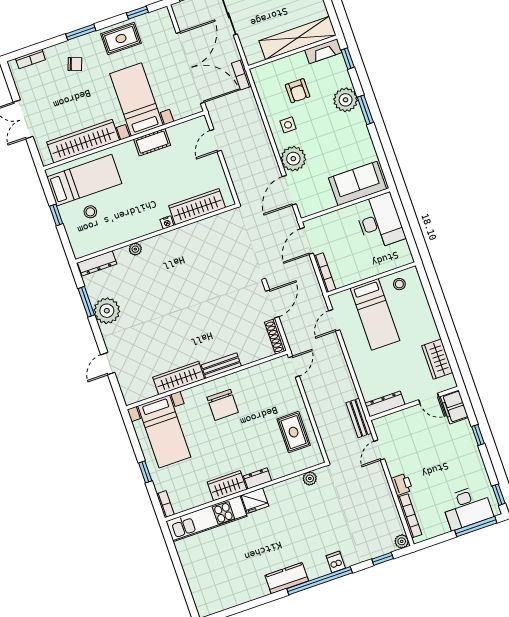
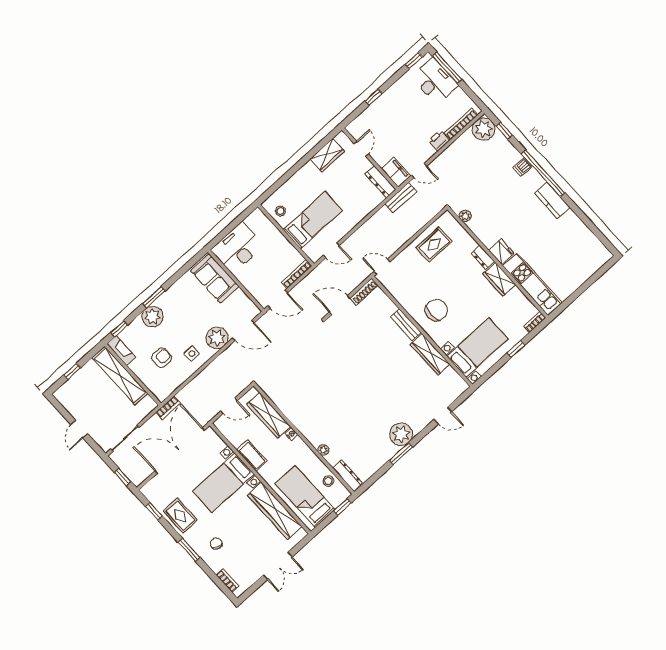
wardrobe: (197, 207) -> (269, 415), moved
nightstand: (167, 222) -> (291, 434), moved
wall: (156, 234) -> (304, 439), moved
plant: (135, 249) -> (323, 450), moved
dresser: (97, 263) -> (348, 475), moved
filing cabinet: (454, 407) -> (396, 172), moved, turned -90
plant: (402, 541) -> (484, 129), width x1.88, depth x1.88

